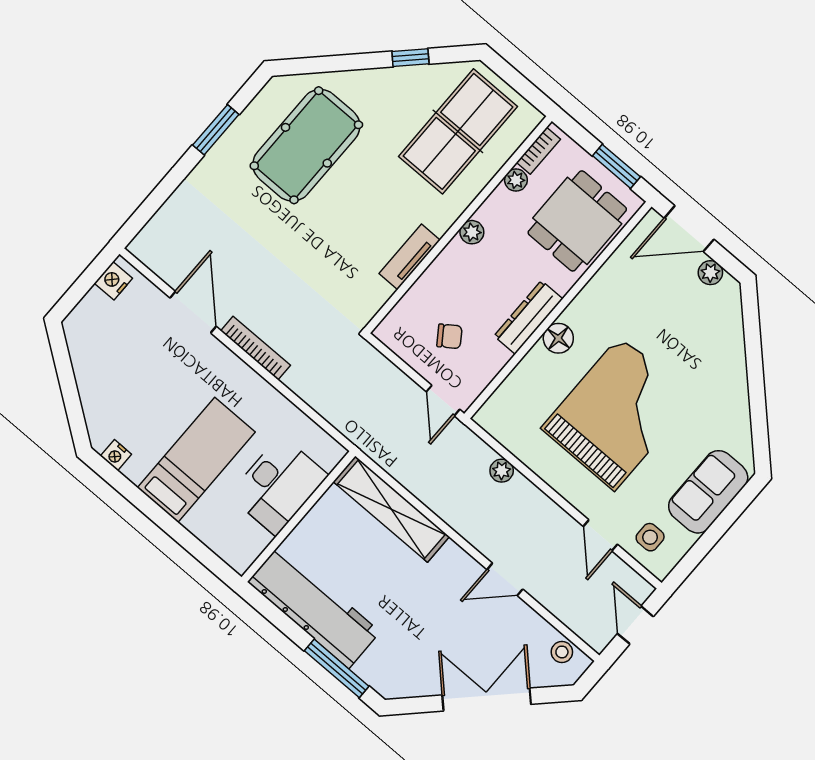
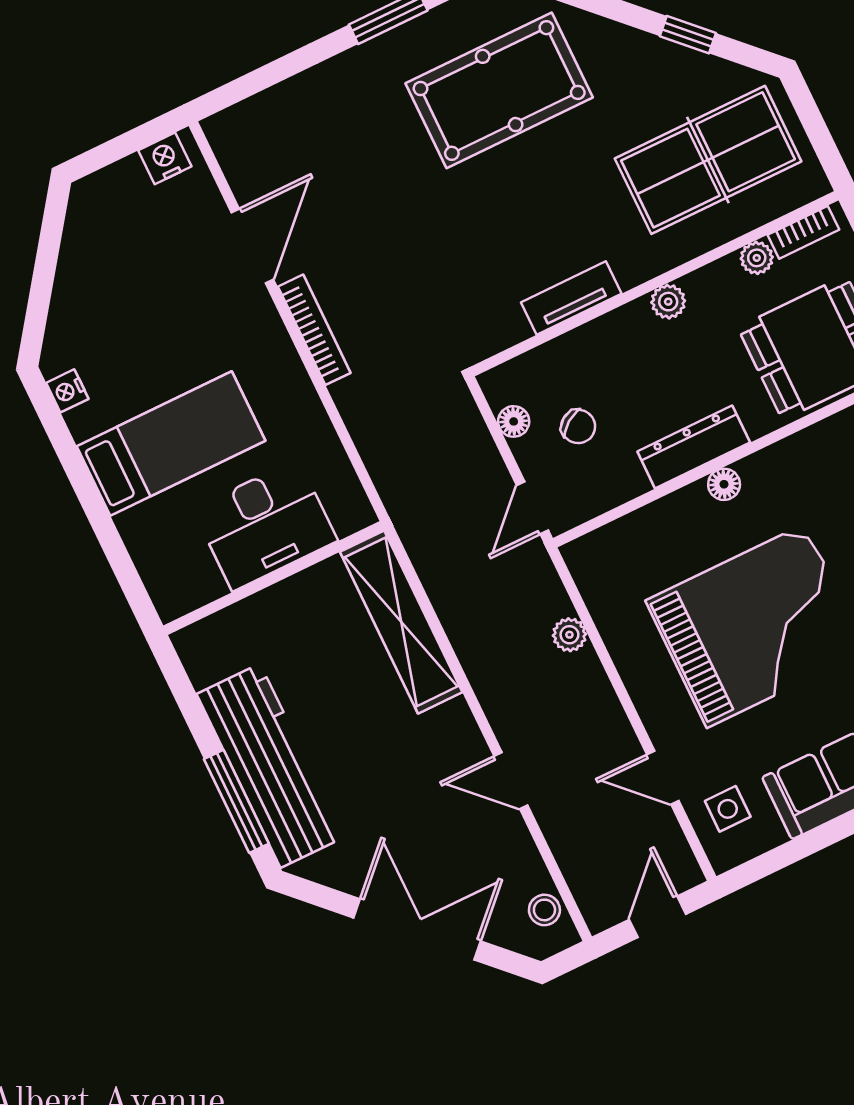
floor lamp: (558, 338) -> (724, 484), width x0.73, depth x0.73
floor lamp: (407, 351) -> (514, 421), added
door: (600, 535) -> (663, 778), hinge flipped
workbench: (314, 607) -> (270, 766), moved

